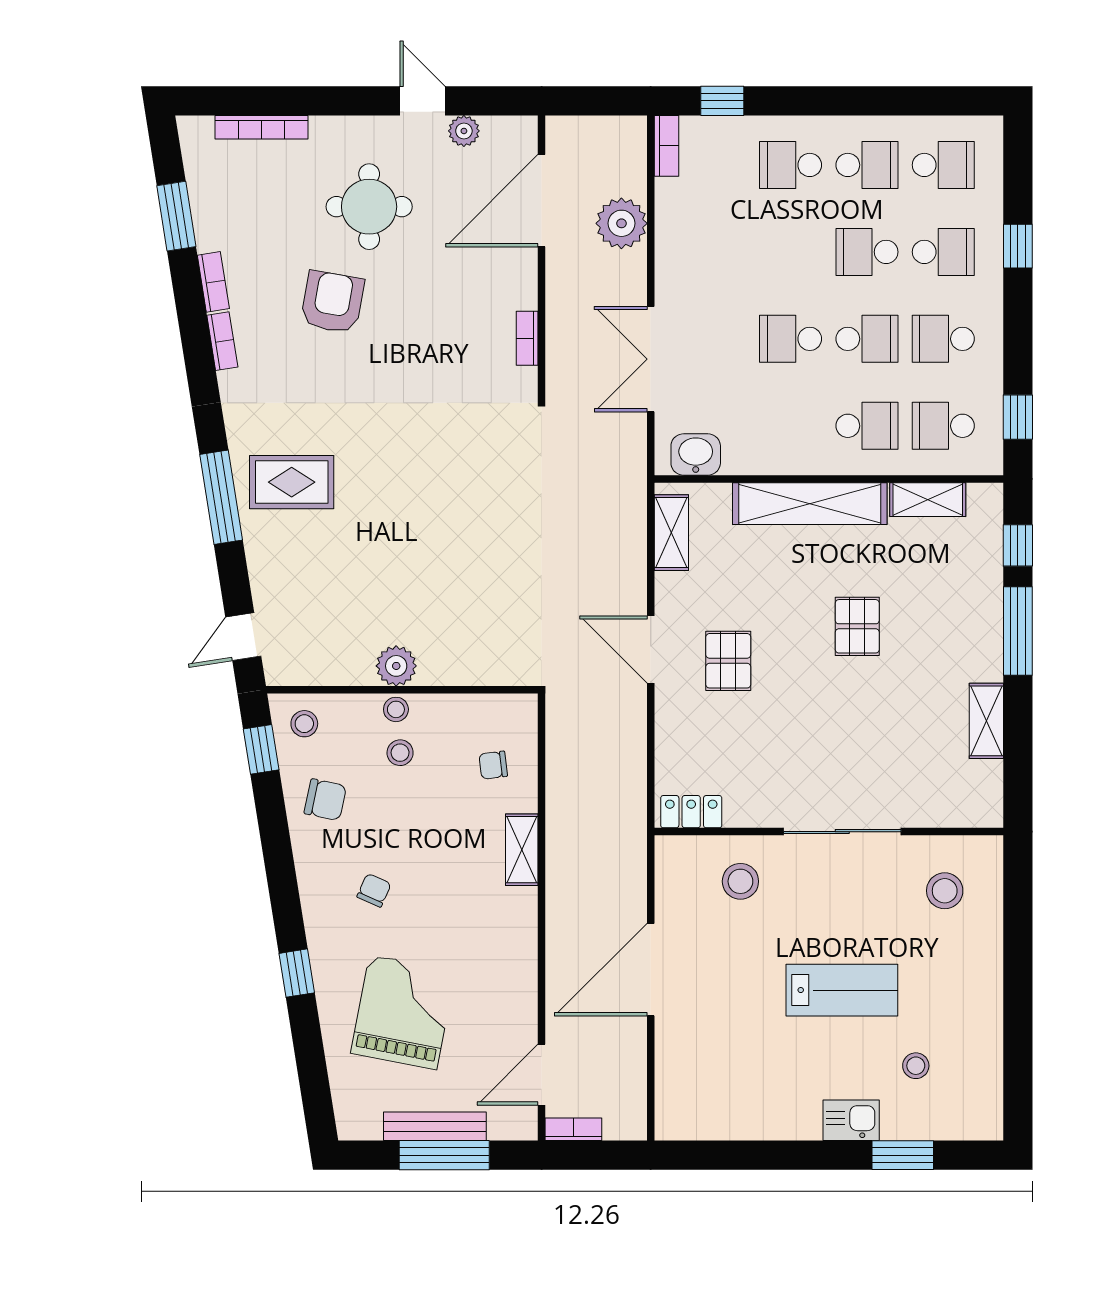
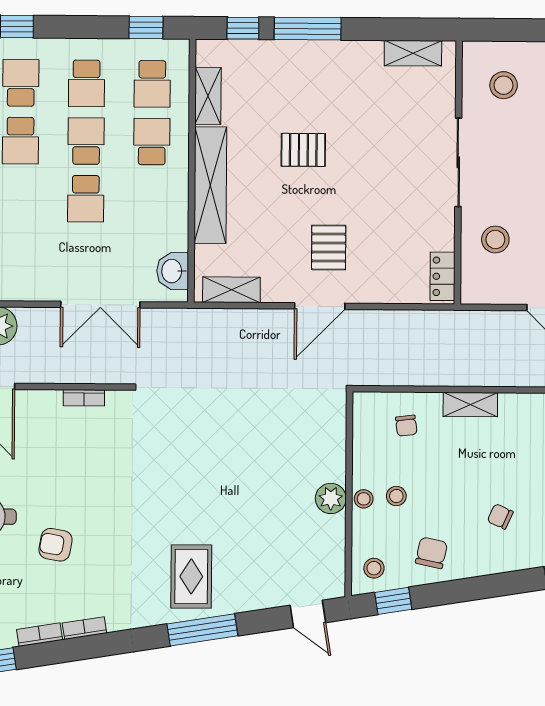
armchair: (332, 302) -> (55, 545), width x0.72, depth x0.72
pallet: (728, 661) -> (329, 248), turned 90
shelving: (986, 721) -> (413, 53), moved

